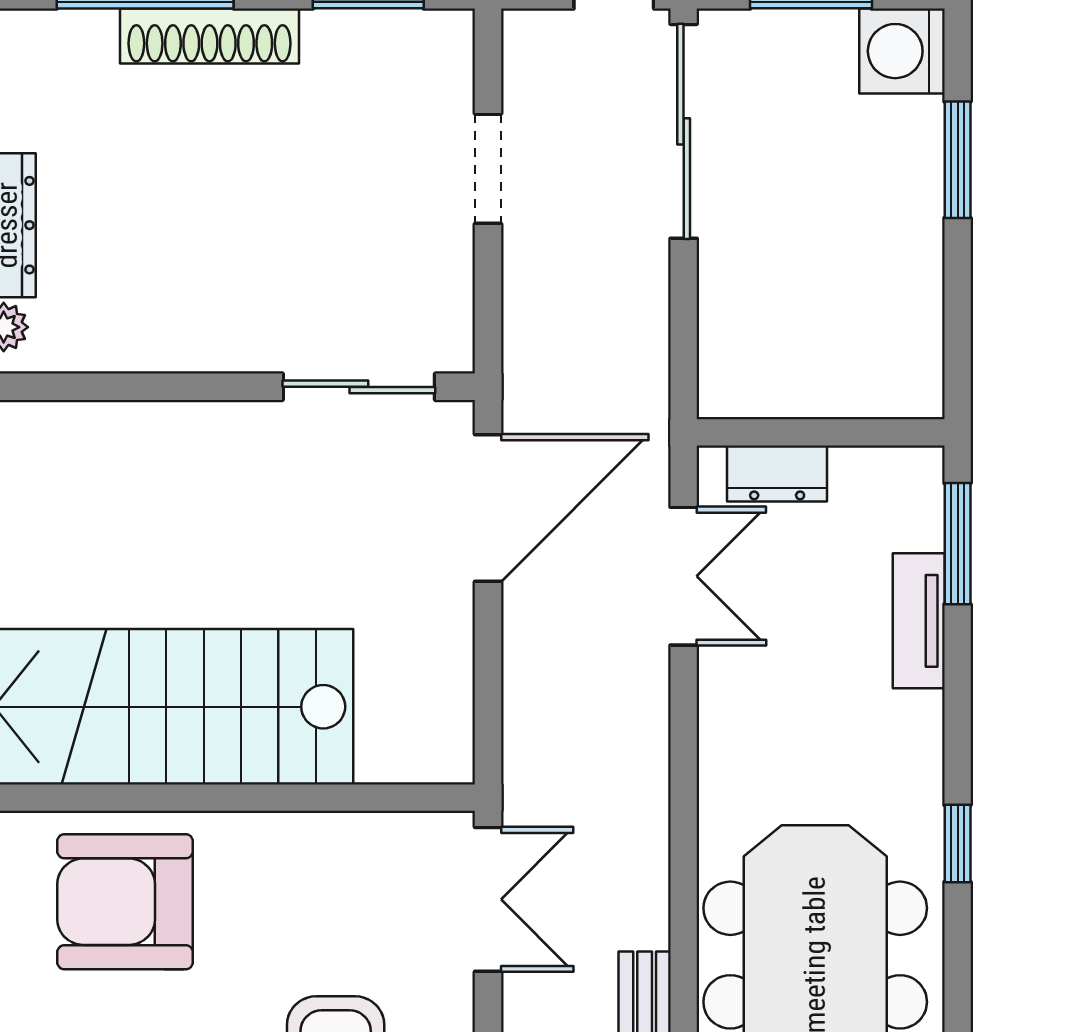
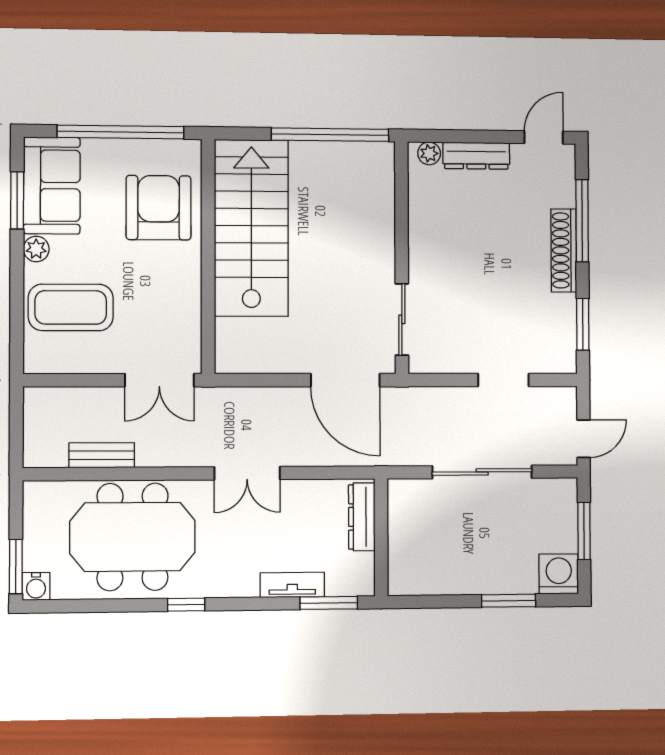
sliding door: (684, 131) -> (482, 472), moved
dresser: (777, 474) -> (362, 517), width x1.44
double door: (684, 576) -> (247, 473), moved

